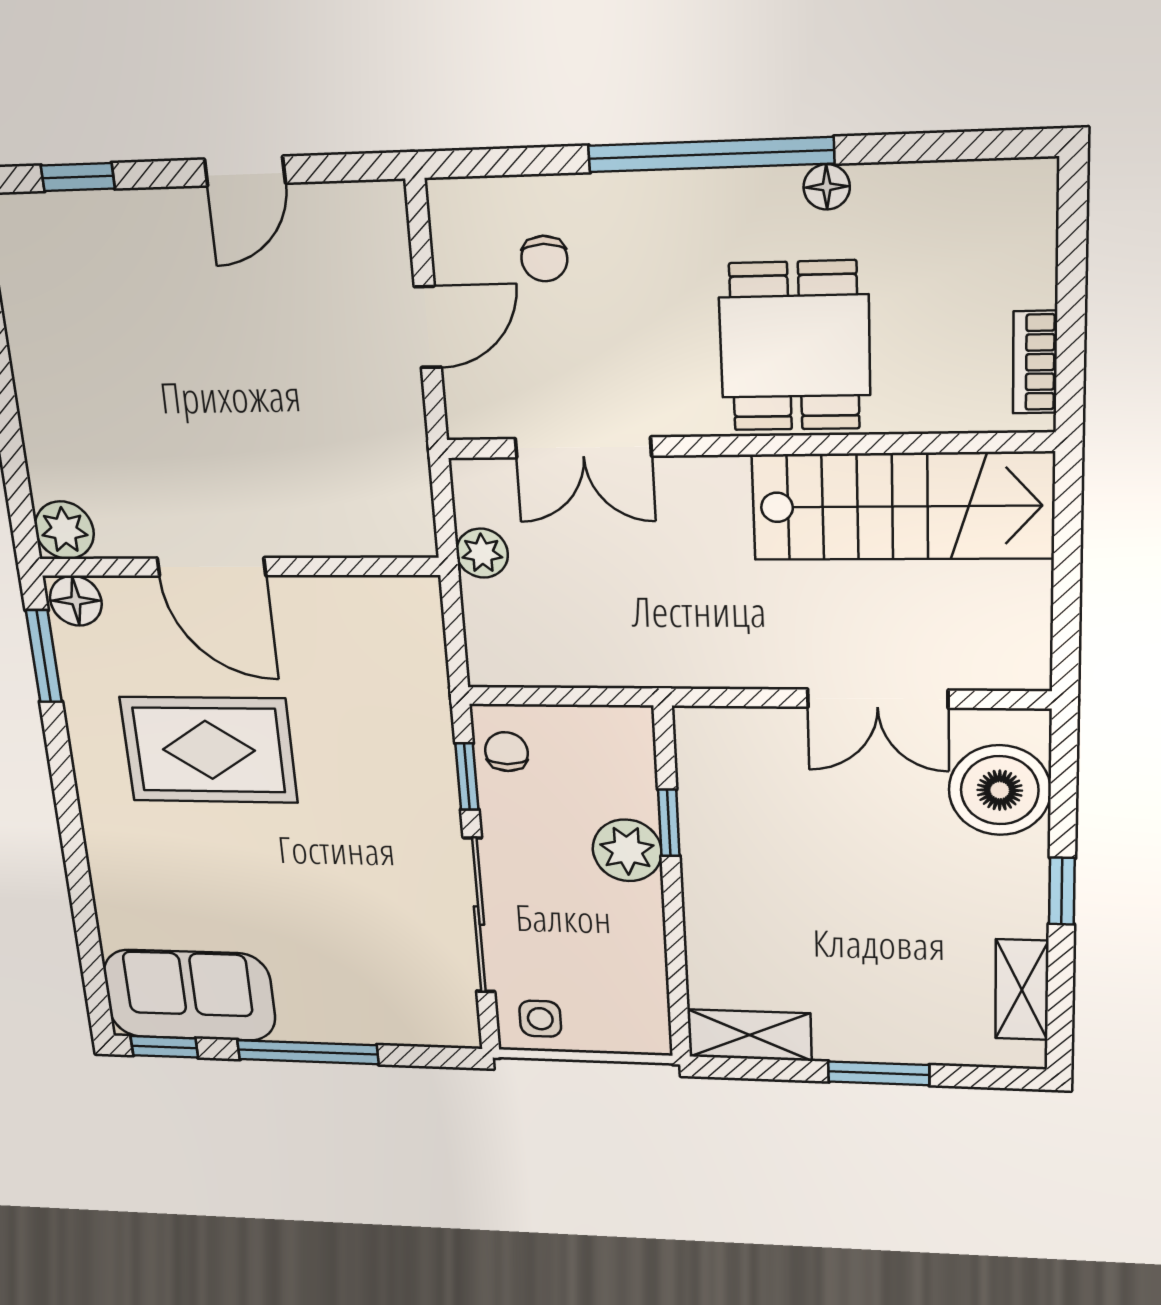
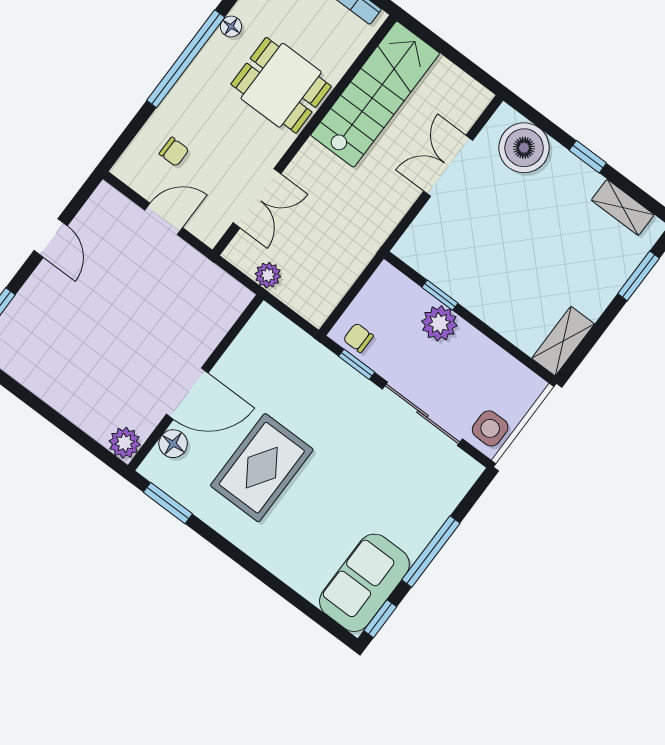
door: (428, 327) -> (164, 219), hinge flipped
floor lamp: (76, 601) -> (173, 444), moved
double door: (878, 699) -> (448, 166), swing flipped
side table: (540, 1019) -> (490, 428), width x1.37, depth x1.37
window: (879, 1073) -> (639, 276), moved

